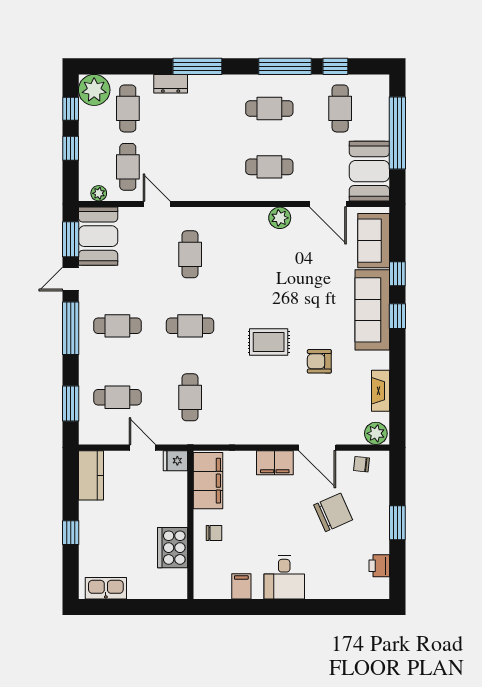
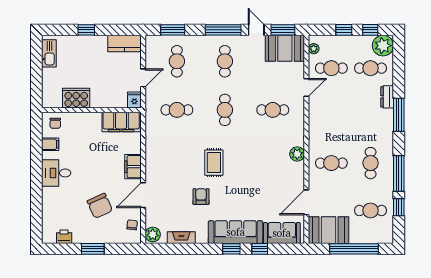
cafe table: (269, 167) -> (331, 163), turned 90
plant: (280, 218) -> (297, 154), moved
chair: (214, 533) -> (55, 123), moved

